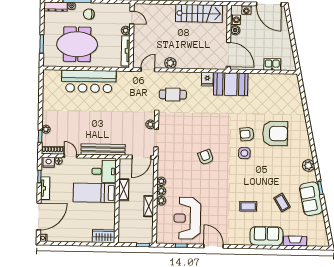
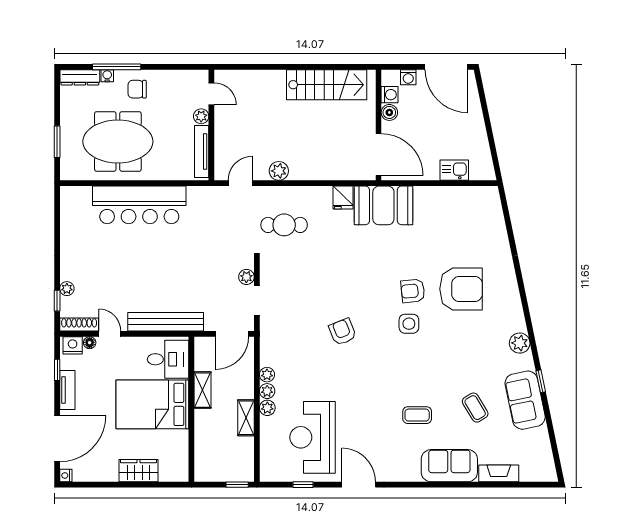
bed: (95, 193) -> (152, 404), width x1.50
wardrobe: (104, 236) -> (139, 471), moved

